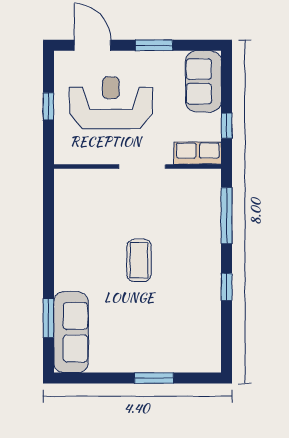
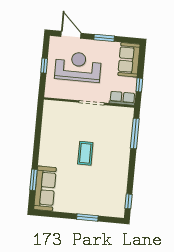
window: (227, 287) -> (128, 201), moved

